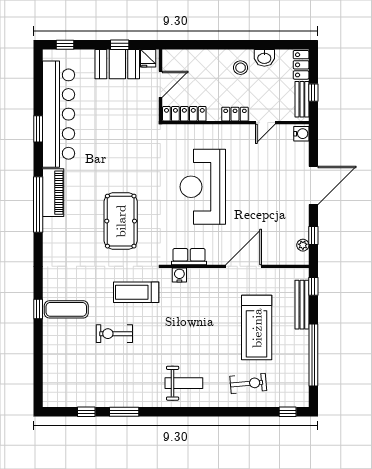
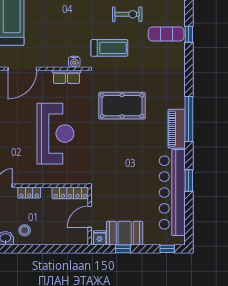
pool table: (121, 221) -> (122, 106), turned 90

